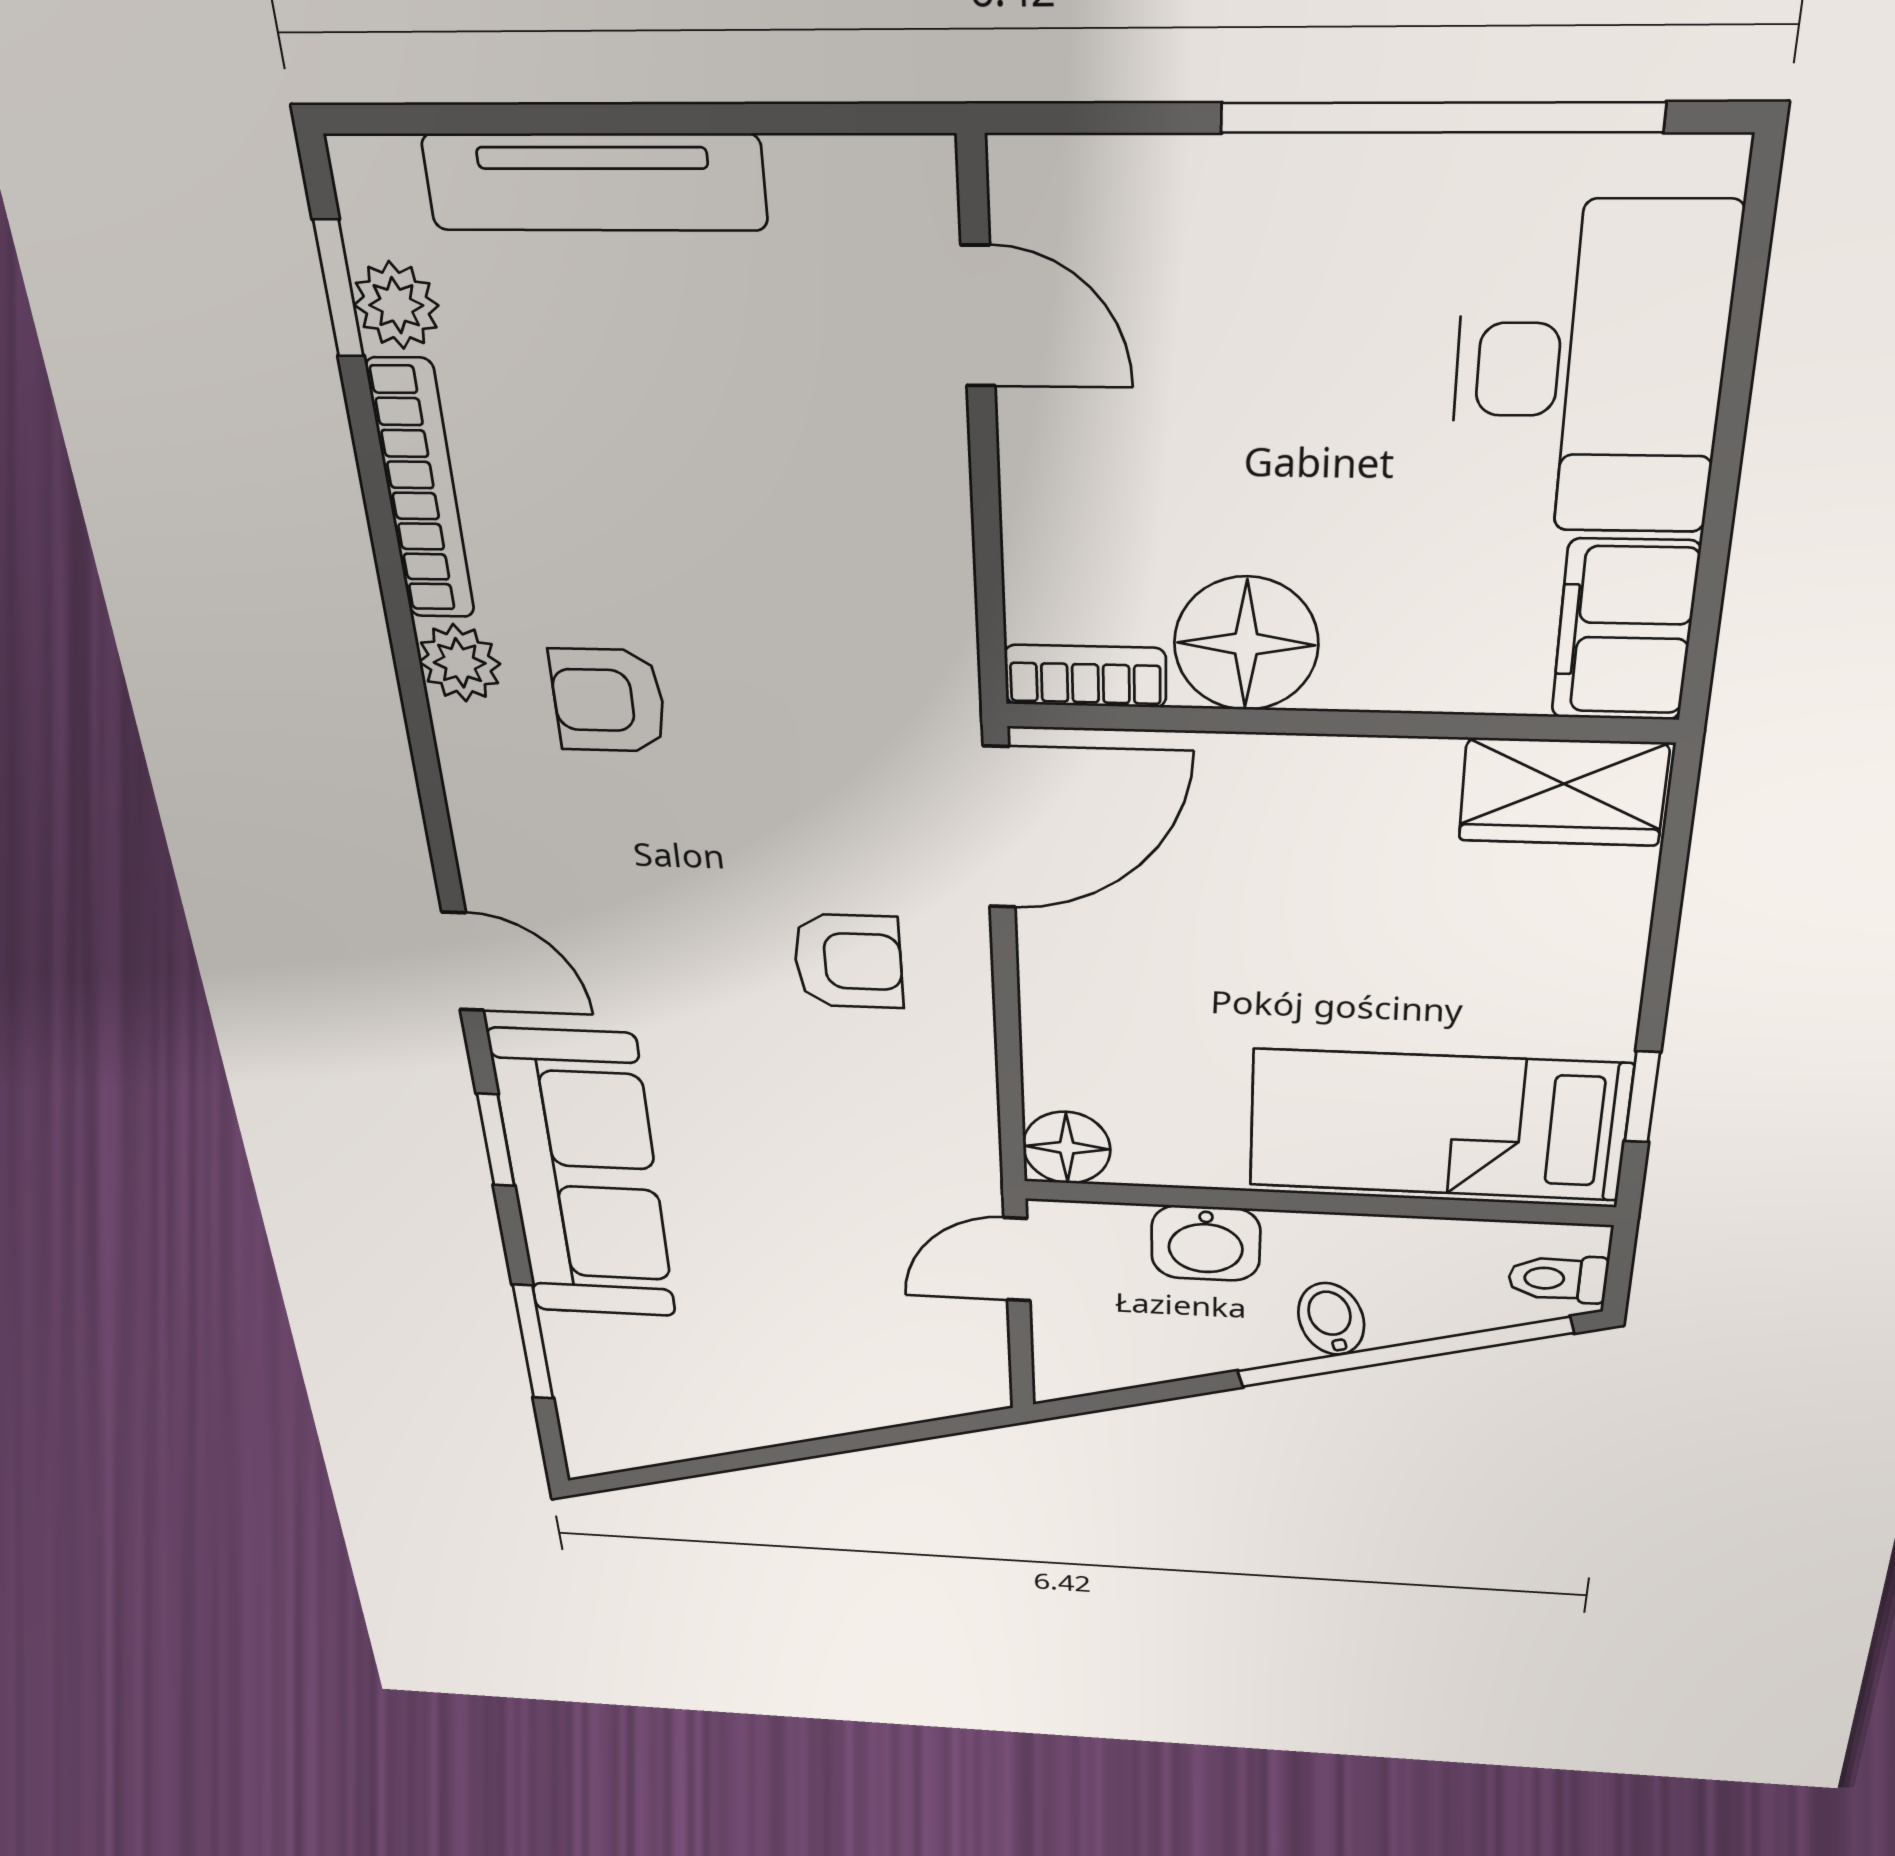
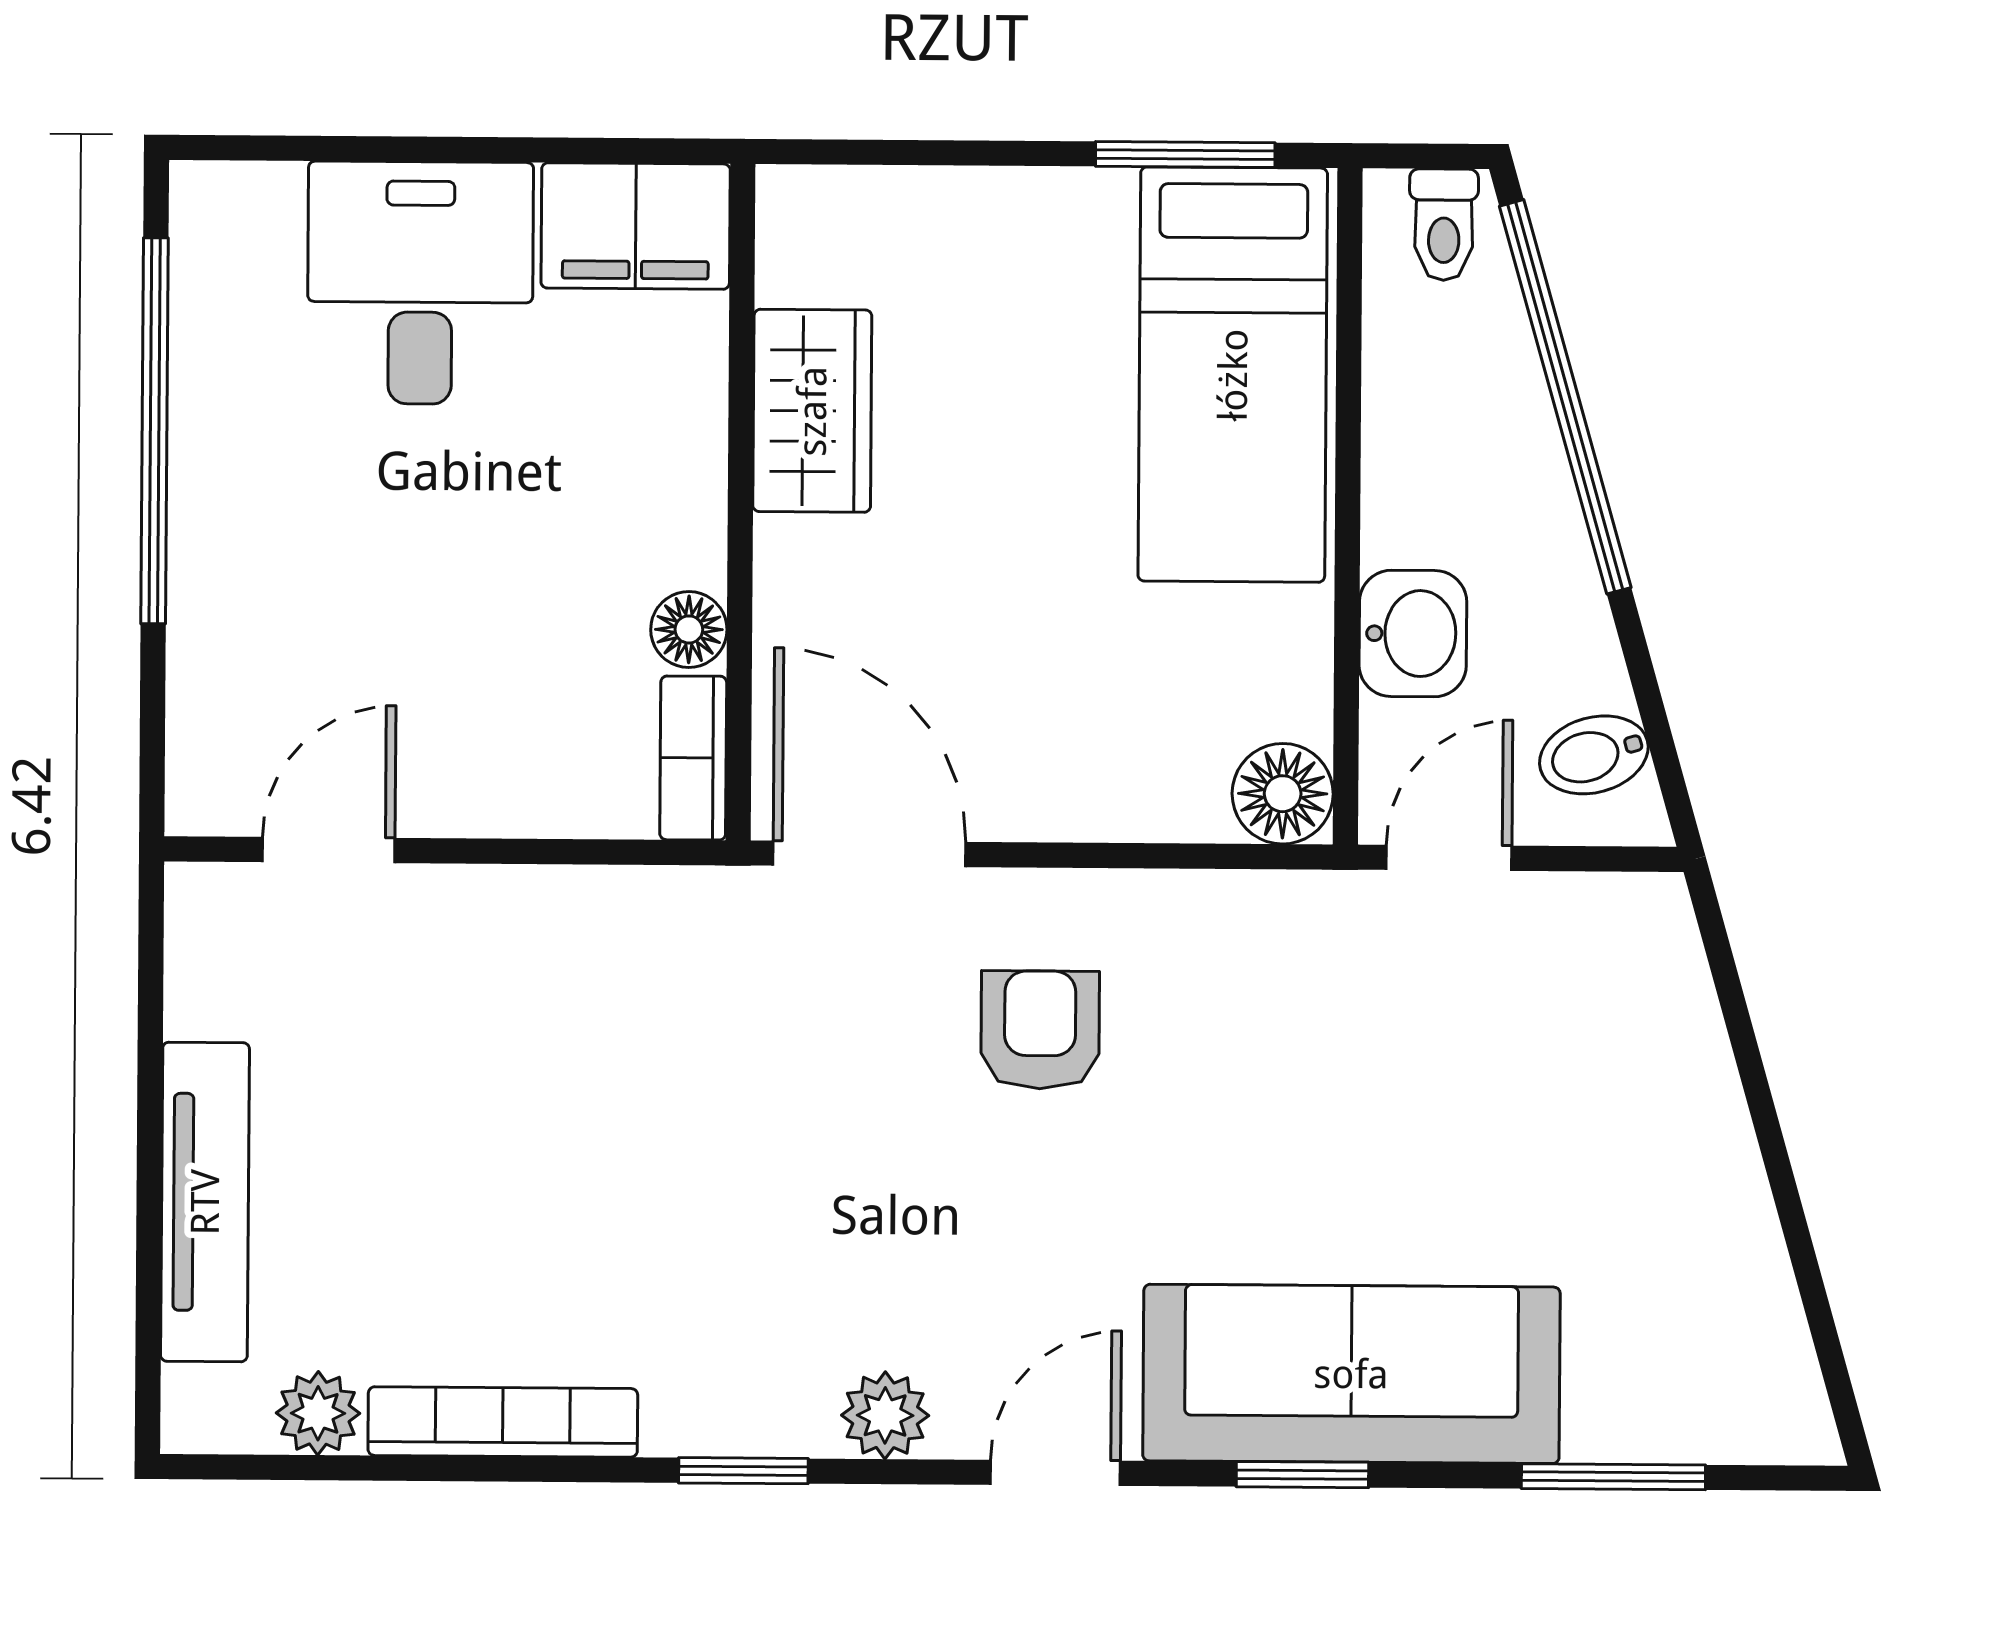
window: (339, 289) -> (743, 1471), moved
desk: (1590, 370) -> (420, 283), width x0.73
floor lamp: (1246, 644) -> (689, 629), width x0.53, depth x0.53
plant: (460, 663) -> (885, 1415), moved
armchair: (608, 700) -> (729, 1260), removed
wardrobe: (1563, 792) -> (812, 411), moved
window: (1642, 1097) -> (1185, 154), width x1.50
door: (1017, 1259) -> (1449, 858), swing flipped
bidet: (1331, 1319) -> (1594, 755), moved

